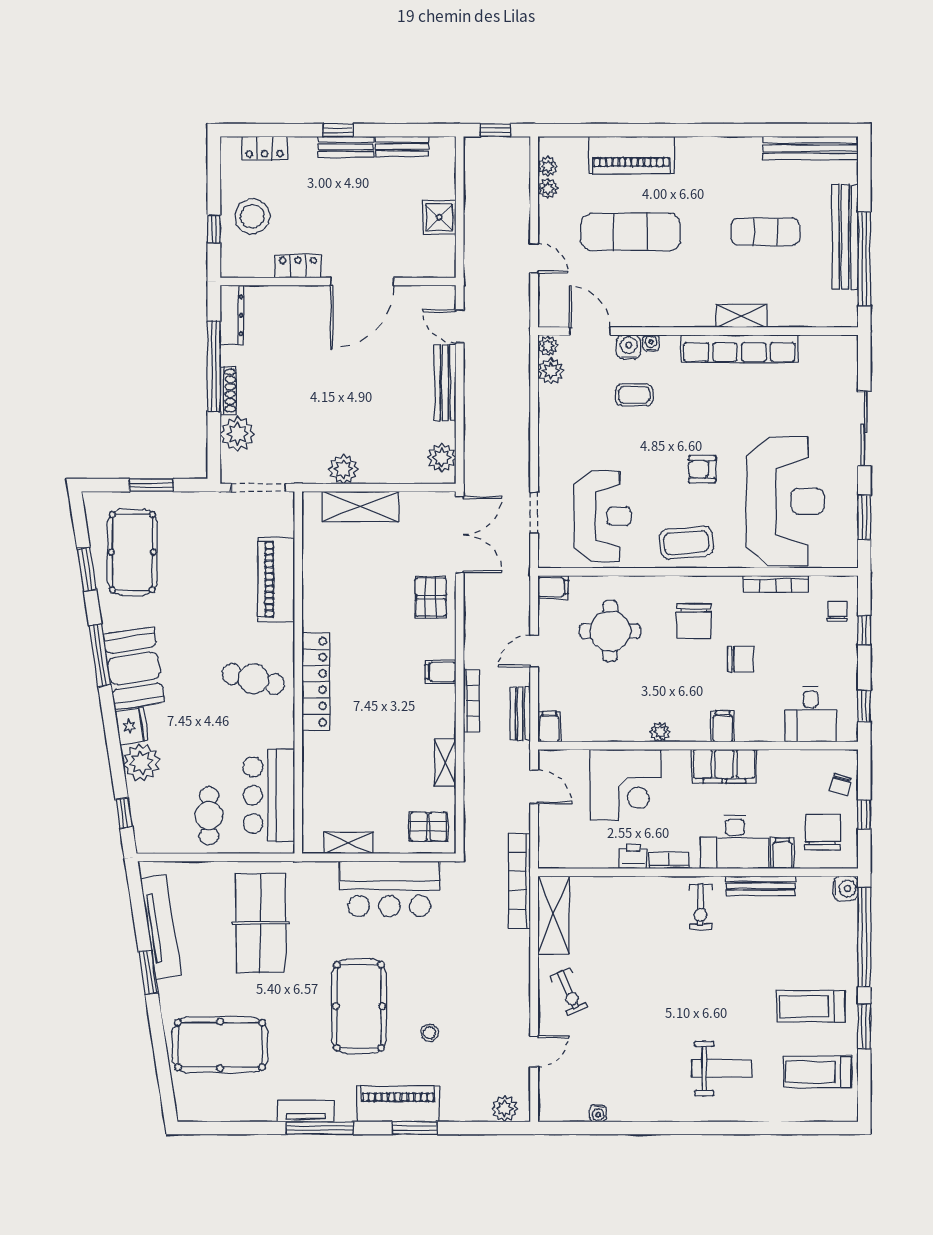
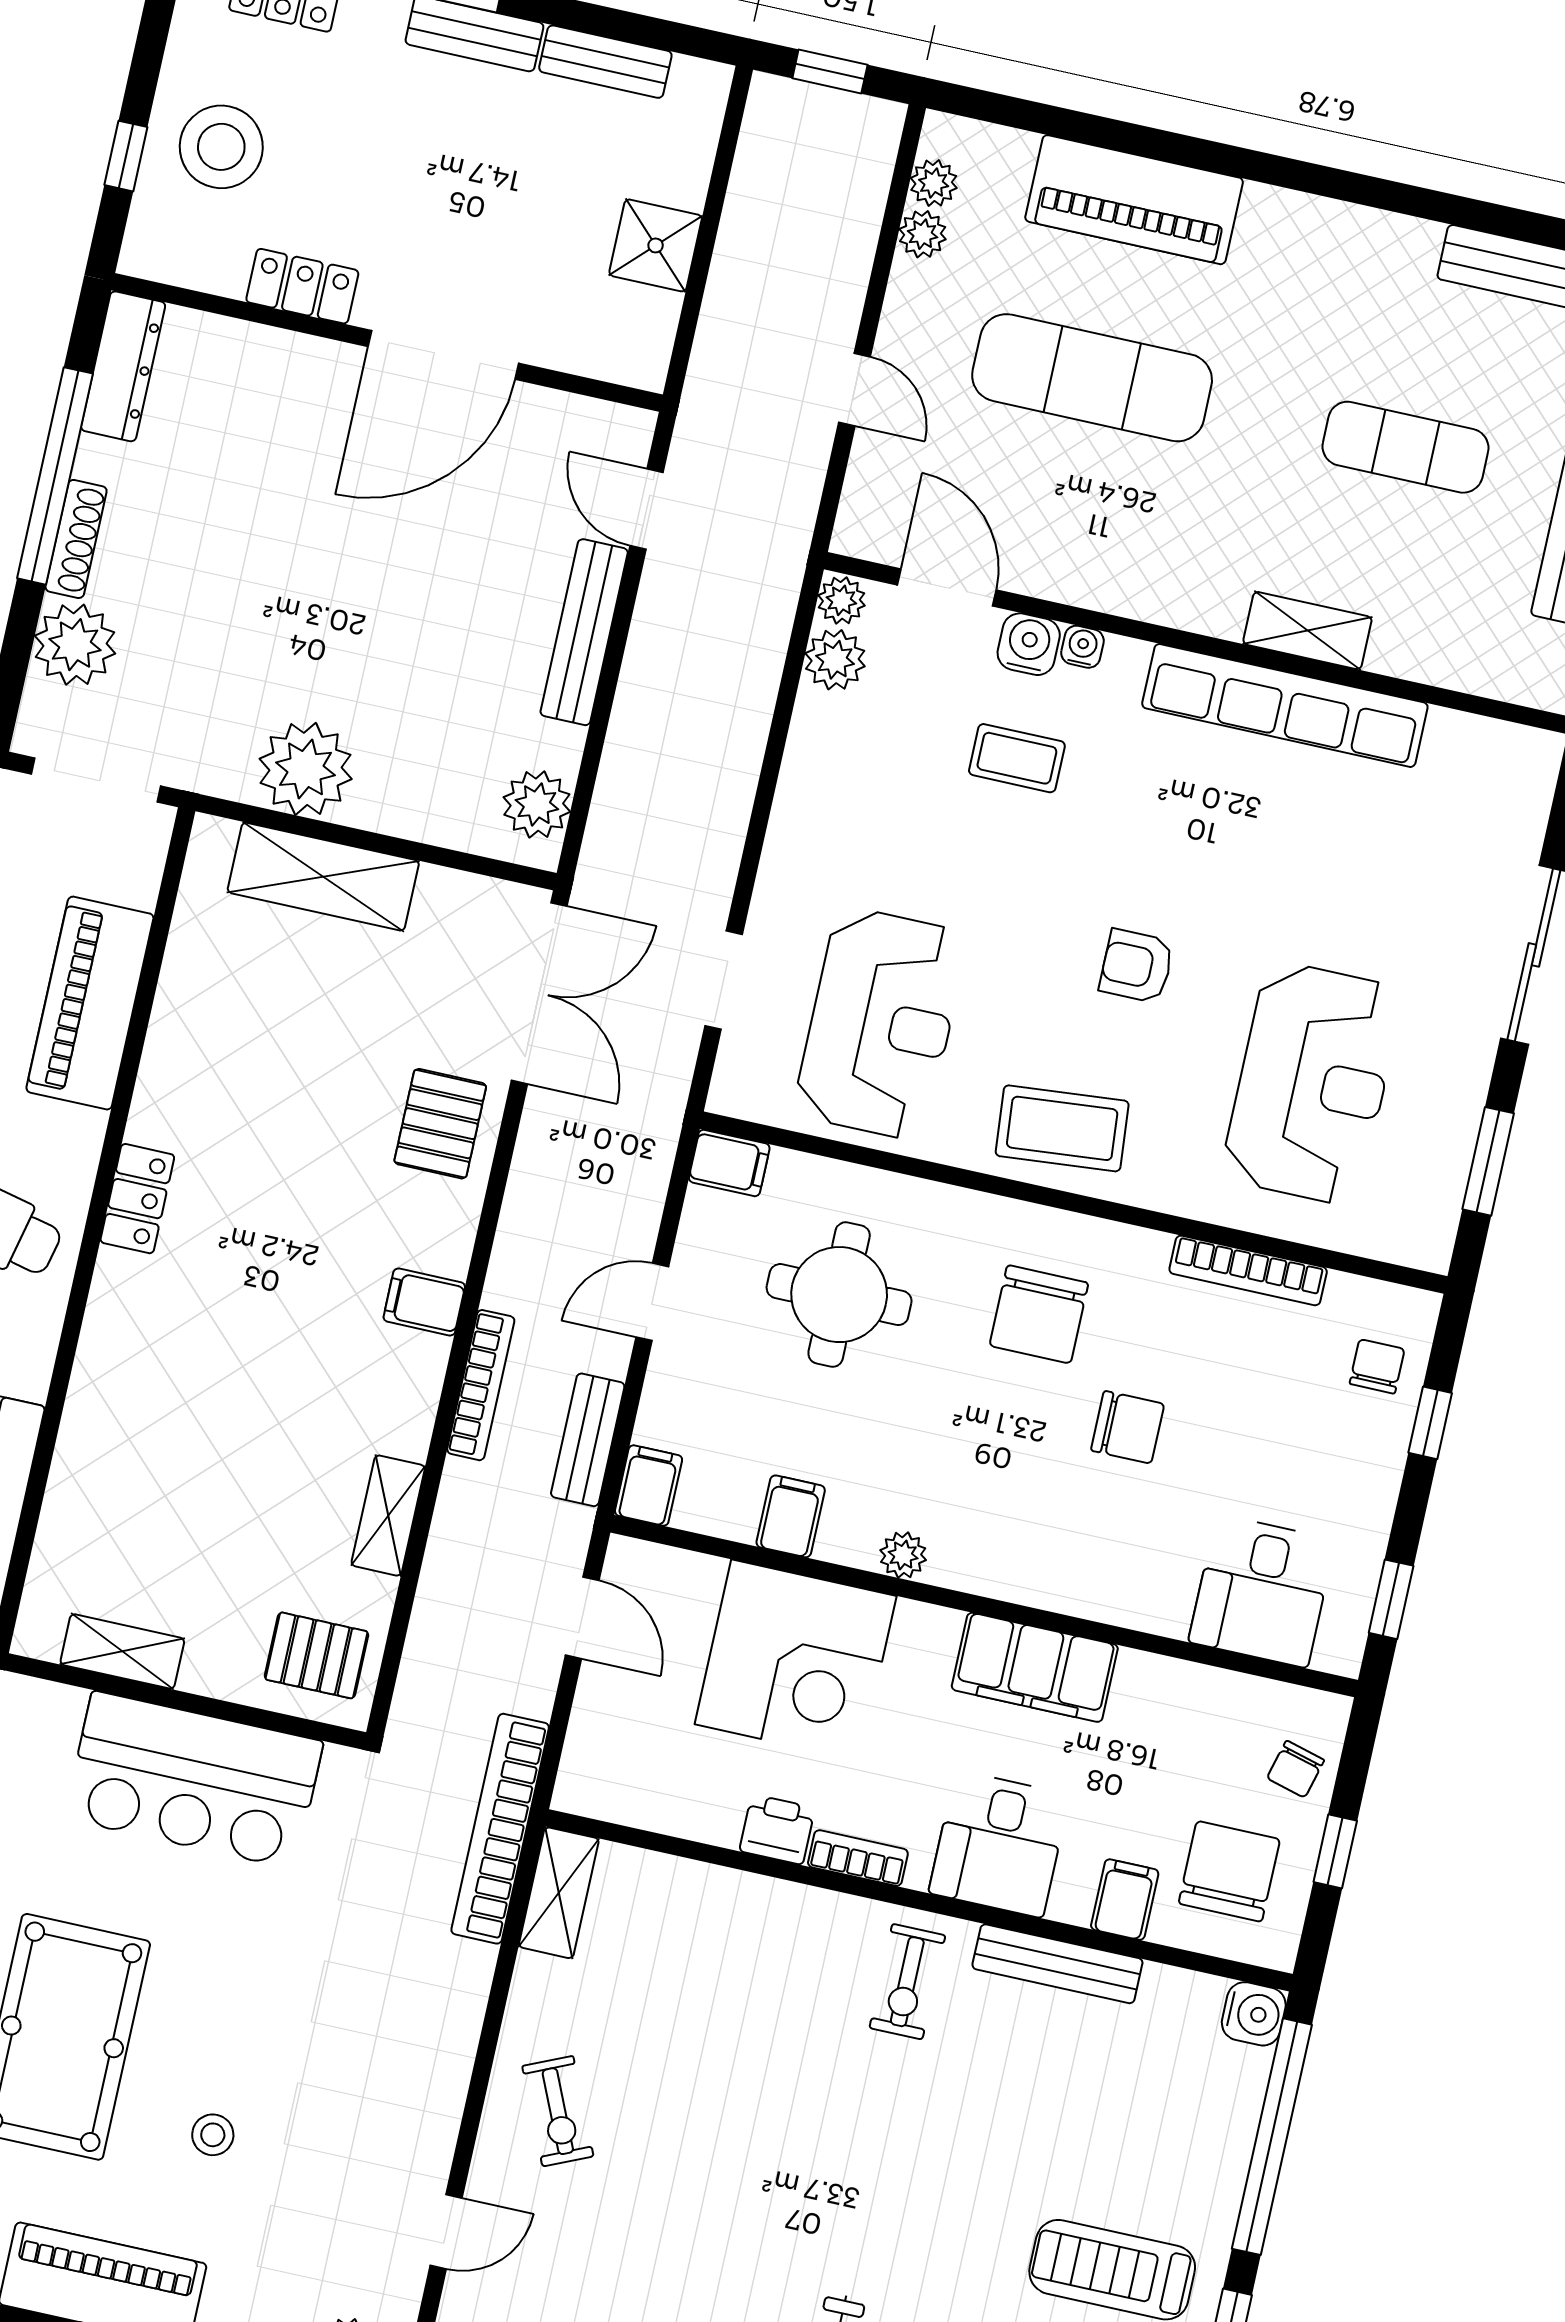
plant: (343, 469) -> (306, 769), width x1.36, depth x1.36
reception desk: (785, 501) -> (1312, 1083), width x0.74, depth x0.77
locker: (316, 682) -> (137, 1199), width x0.46, depth x0.83
filing cabinet: (723, 726) -> (791, 1516), moved
desk: (735, 842) -> (999, 1844), width x0.73
shelving: (553, 915) -> (559, 1893), width x0.67, depth x0.75

